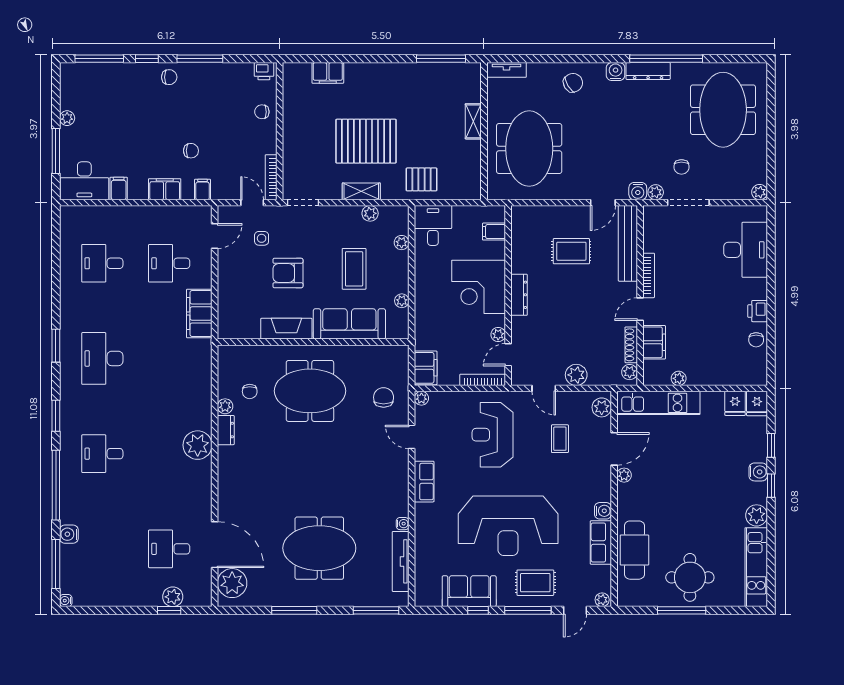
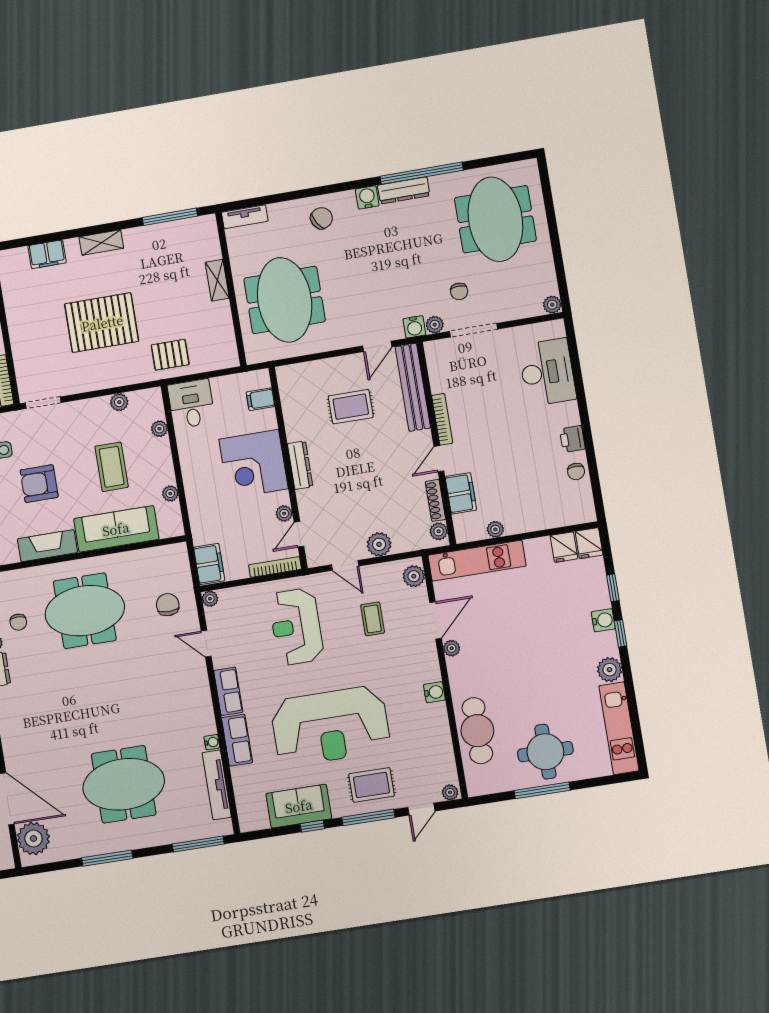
shelving: (361, 191) -> (101, 243), moved
row of seats: (601, 542) -> (237, 740), moved, turned 180

